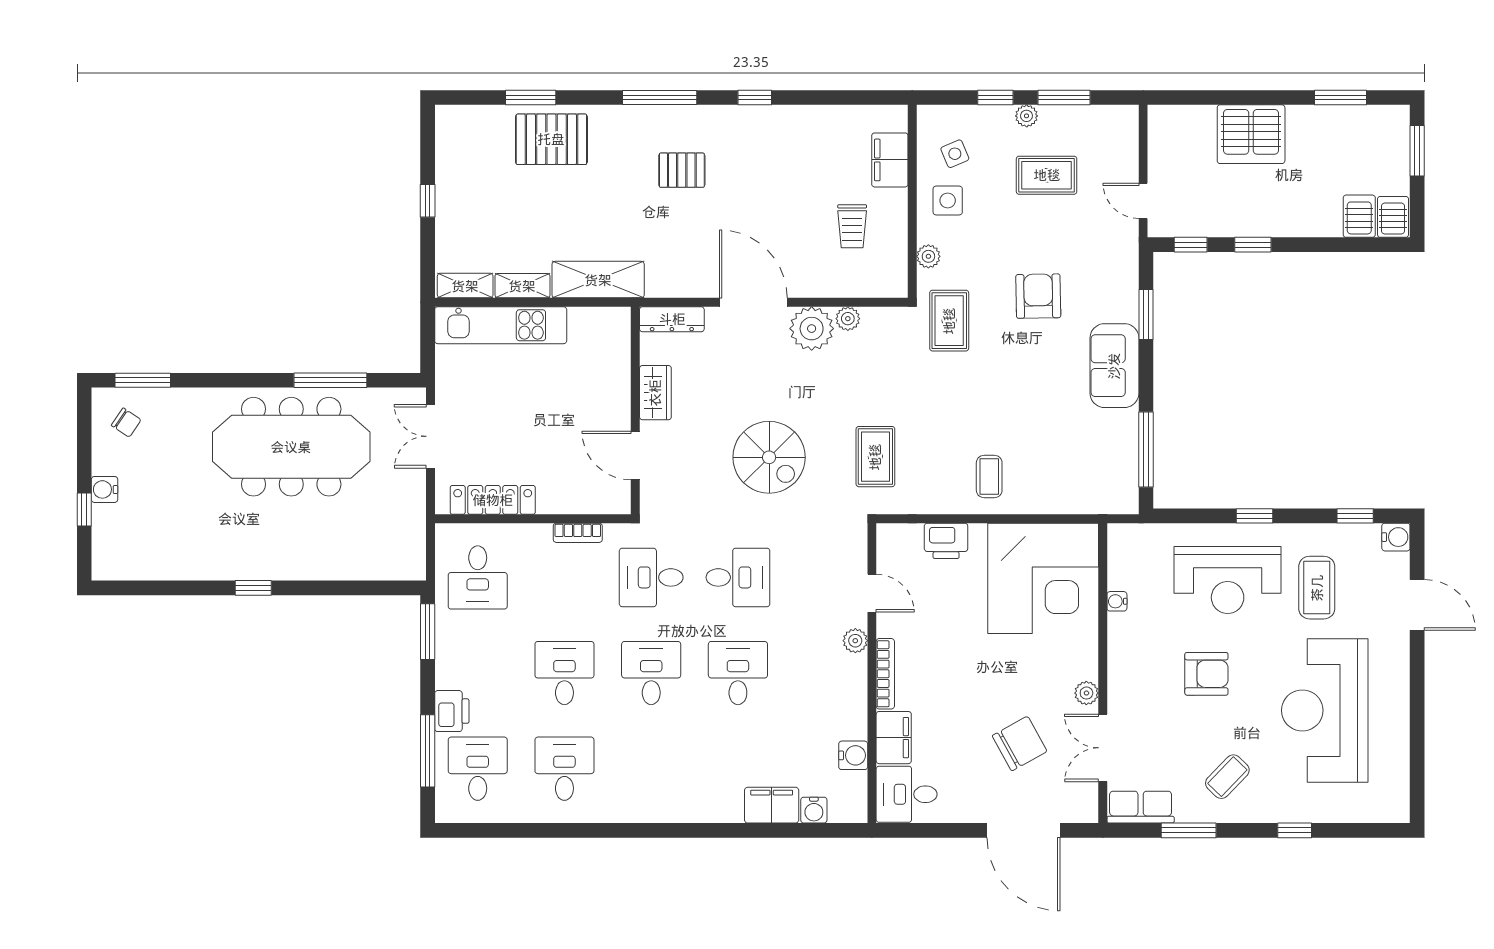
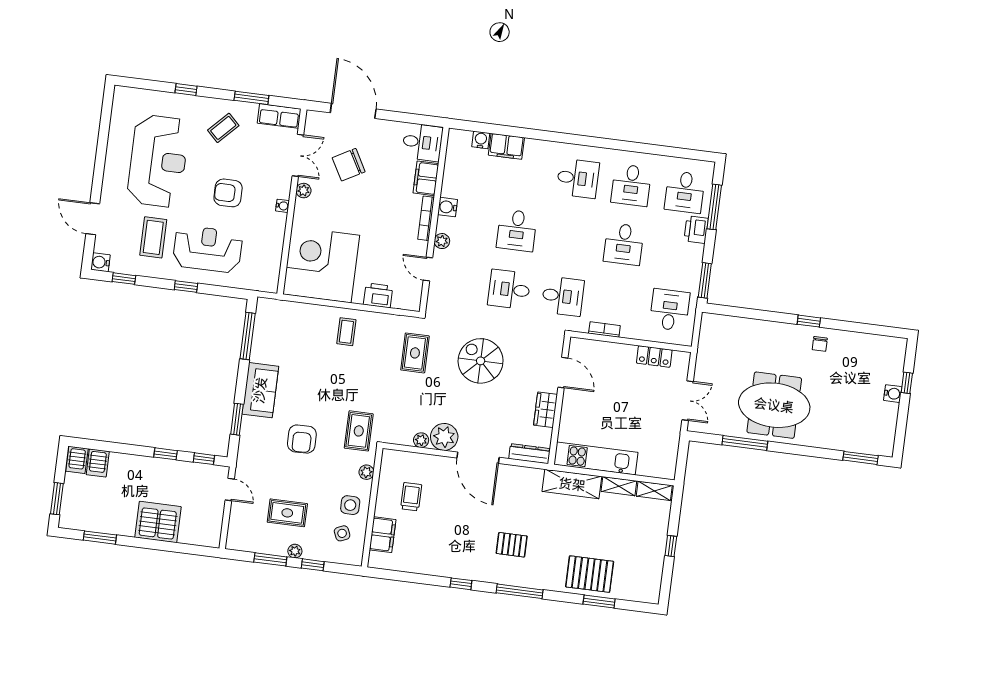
kitchen unit: (501, 325) -> (596, 458), moved
chair: (126, 423) -> (820, 344), moved, turned -124
meeting table: (291, 447) -> (774, 405), width x0.73
locker: (493, 500) -> (654, 356), width x0.66
water cooler: (1117, 601) -> (282, 206), moved
desk: (651, 673) -> (578, 178), moved, turned -90
water cooler: (853, 755) -> (448, 207), moved

